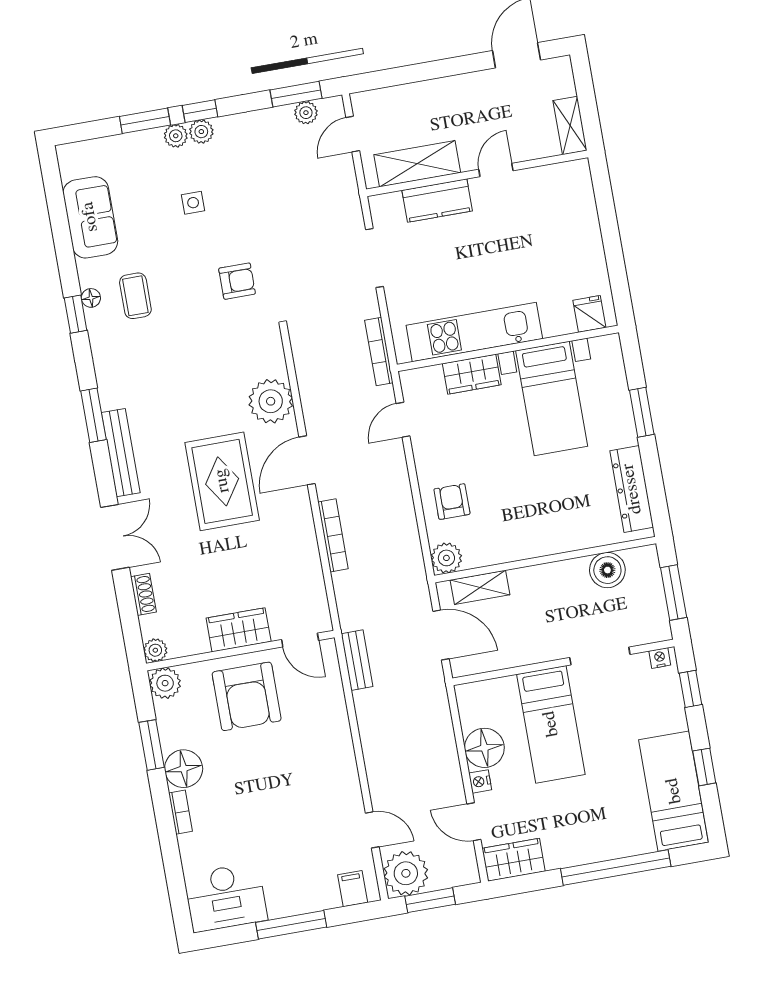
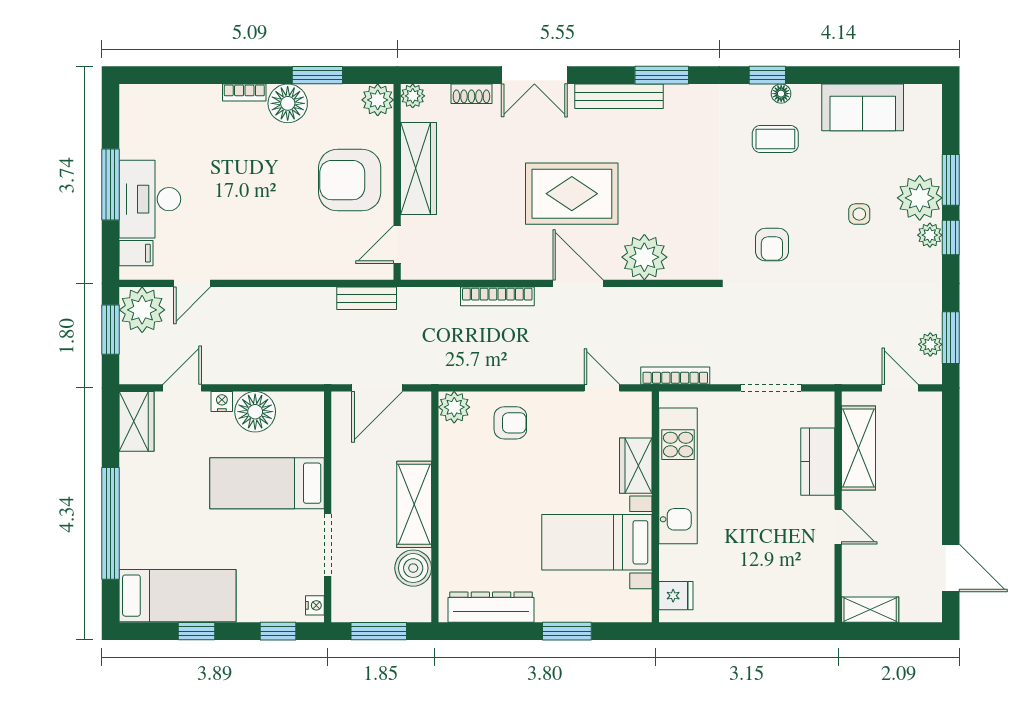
plant: (176, 136) -> (920, 198), width x1.87, depth x1.87
shelving: (480, 587) -> (414, 504), moved, width x1.50, depth x1.33
wardrobe: (239, 630) -> (419, 168), width x1.50
desk: (226, 897) -> (150, 199), moved

